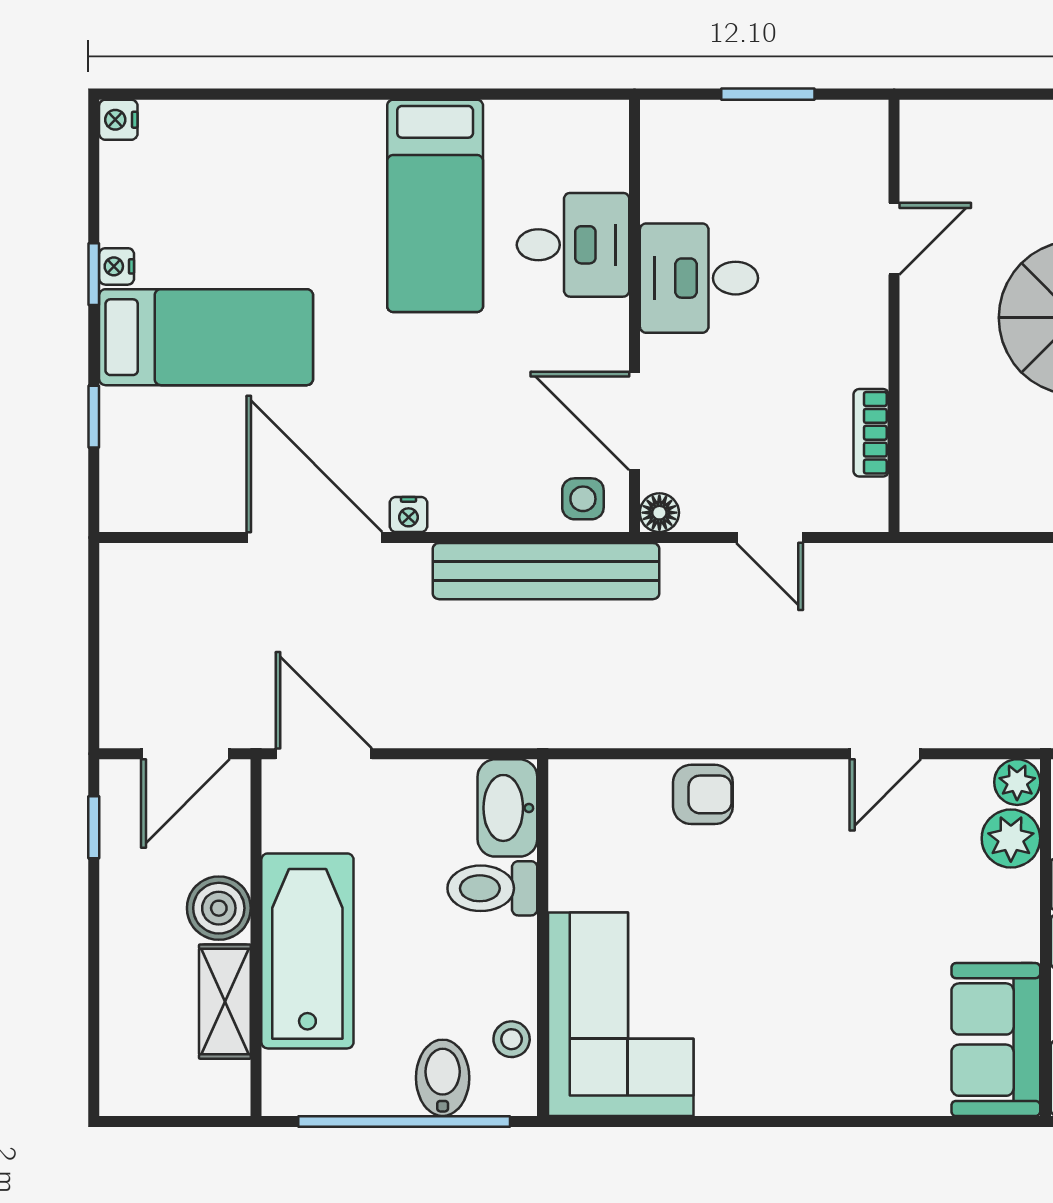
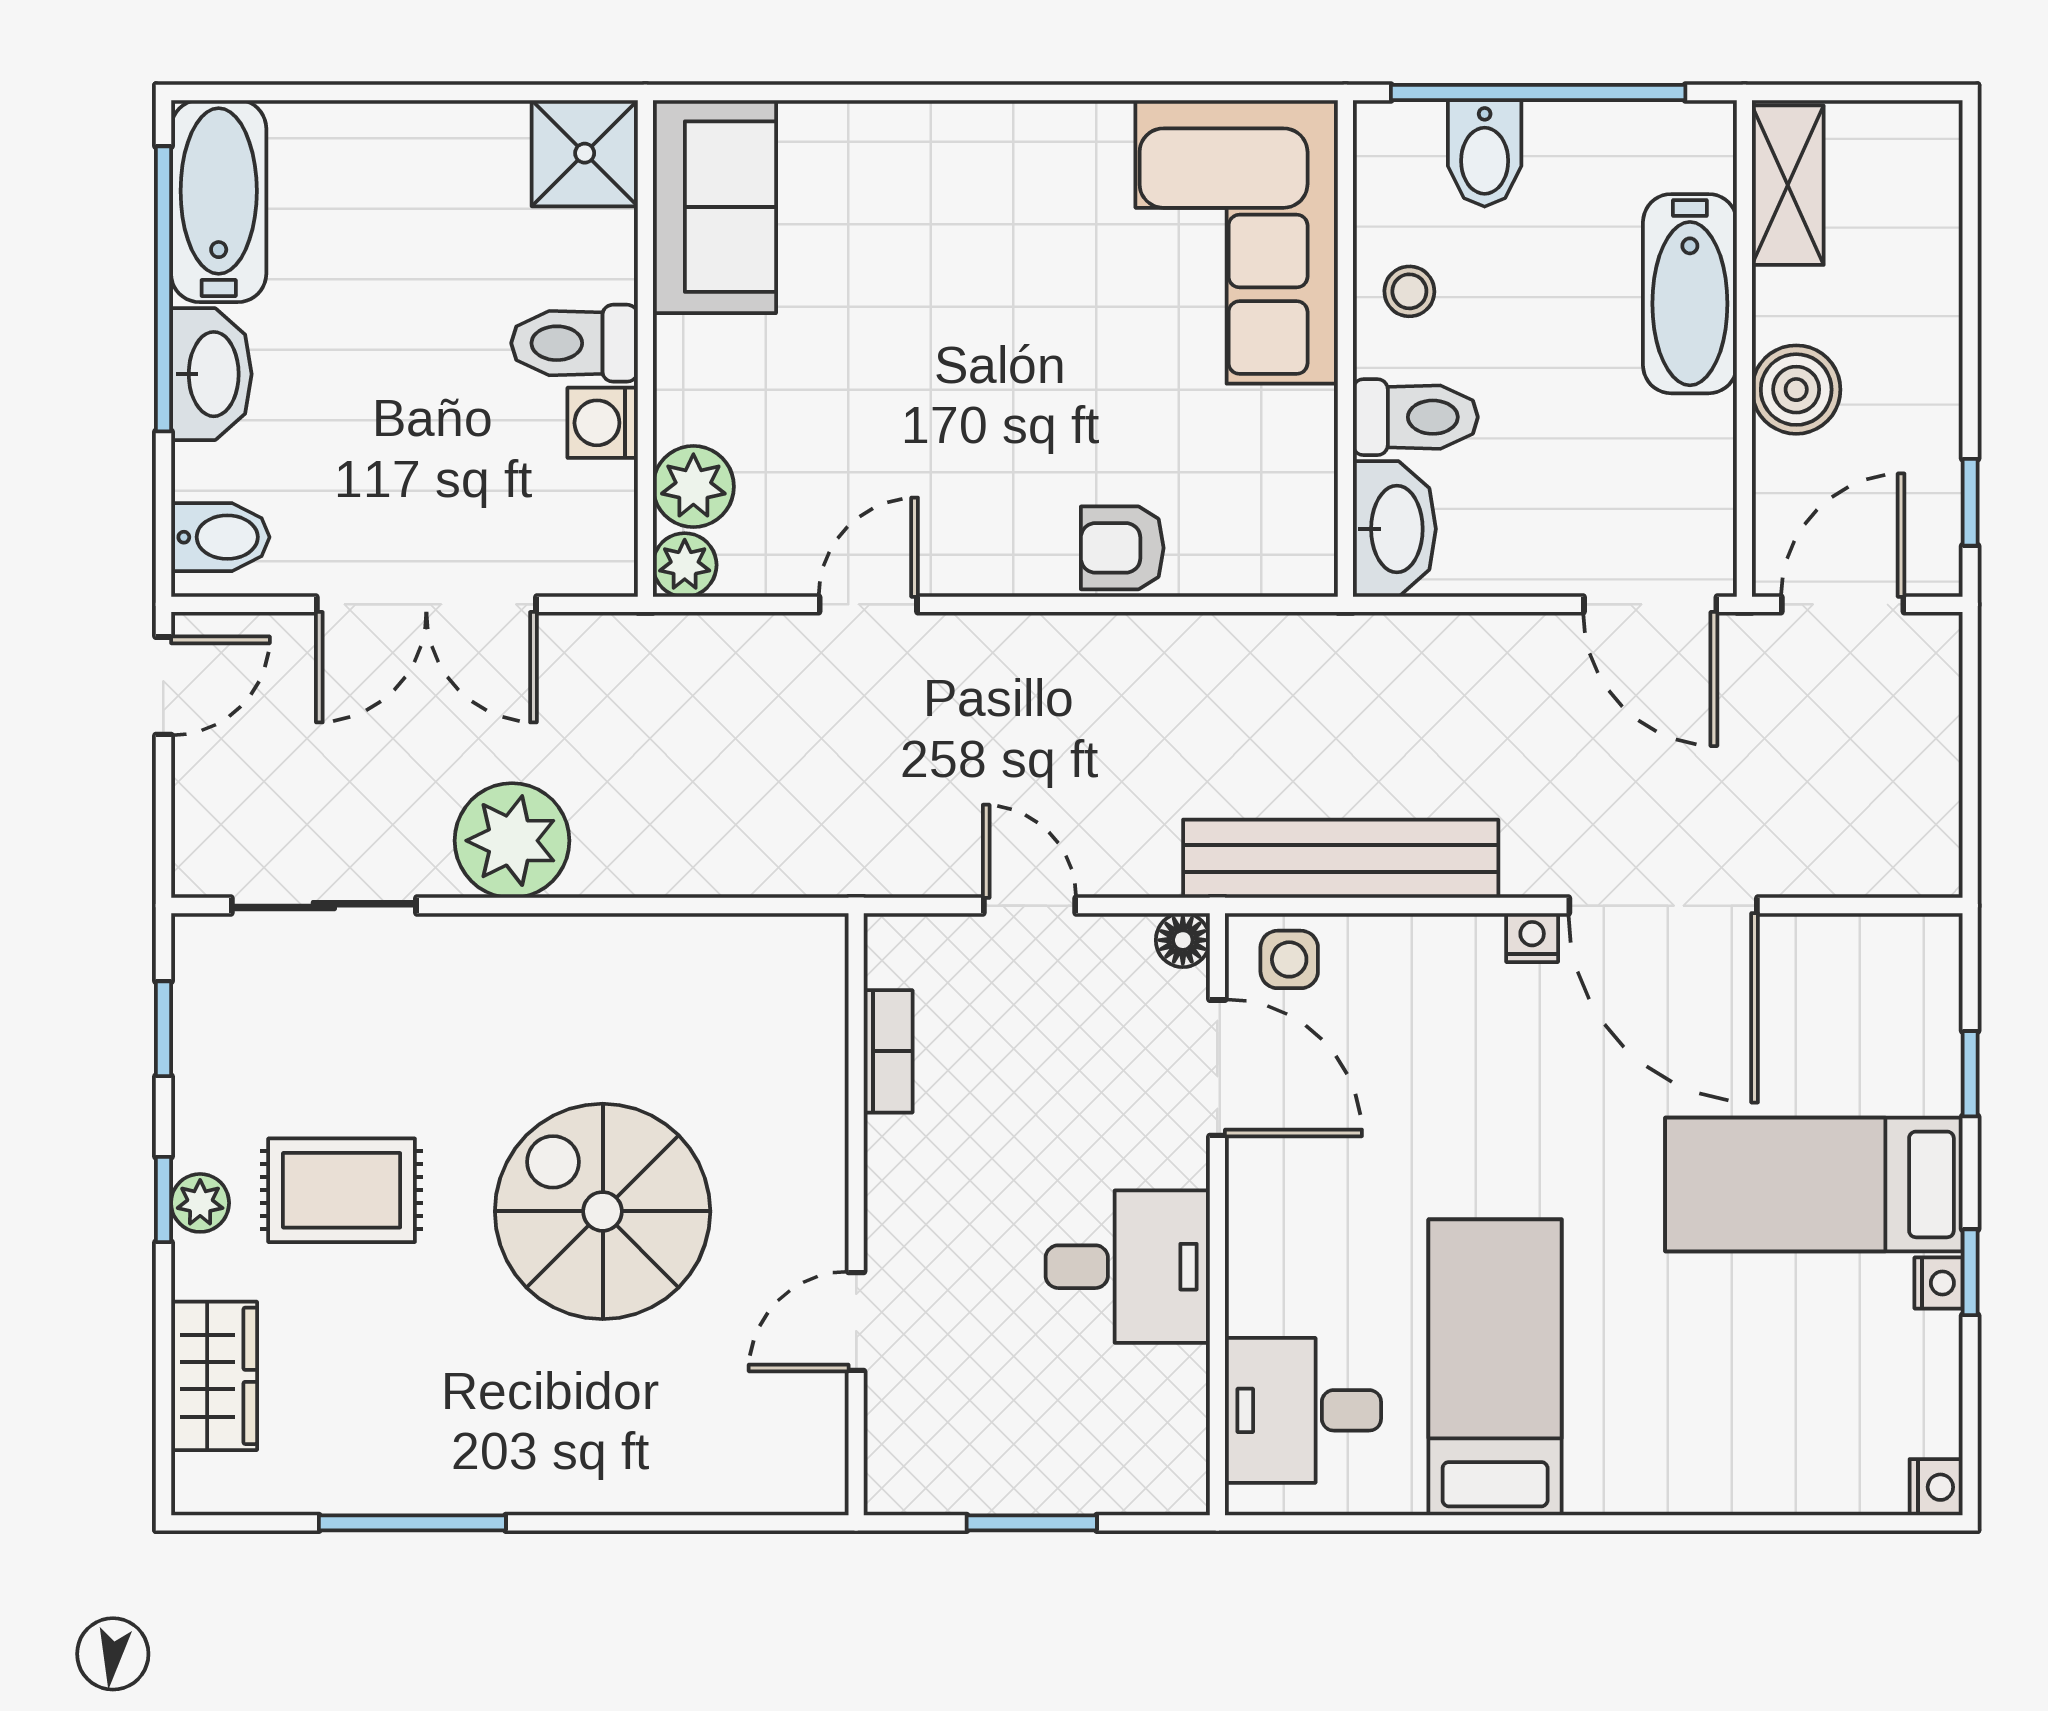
desk: (573, 245) -> (1303, 1410), moved
bathtub: (307, 951) -> (1690, 294), width x0.73, depth x0.73
shelving: (225, 1002) -> (1788, 185), moved
stool: (512, 1039) -> (1409, 291), moved

